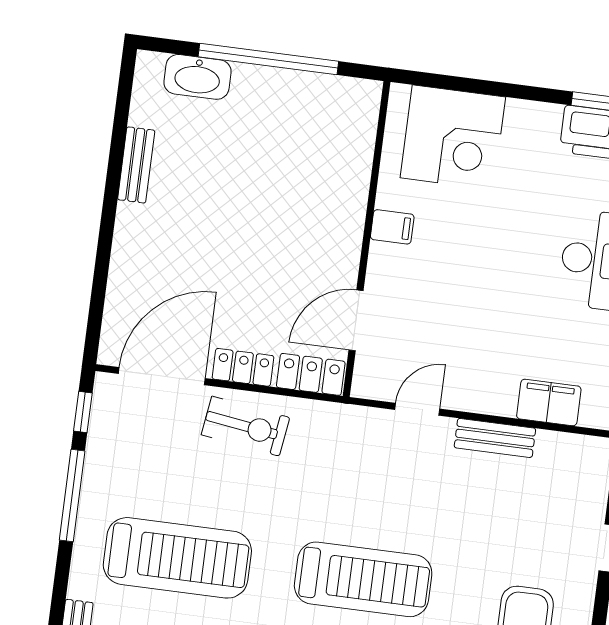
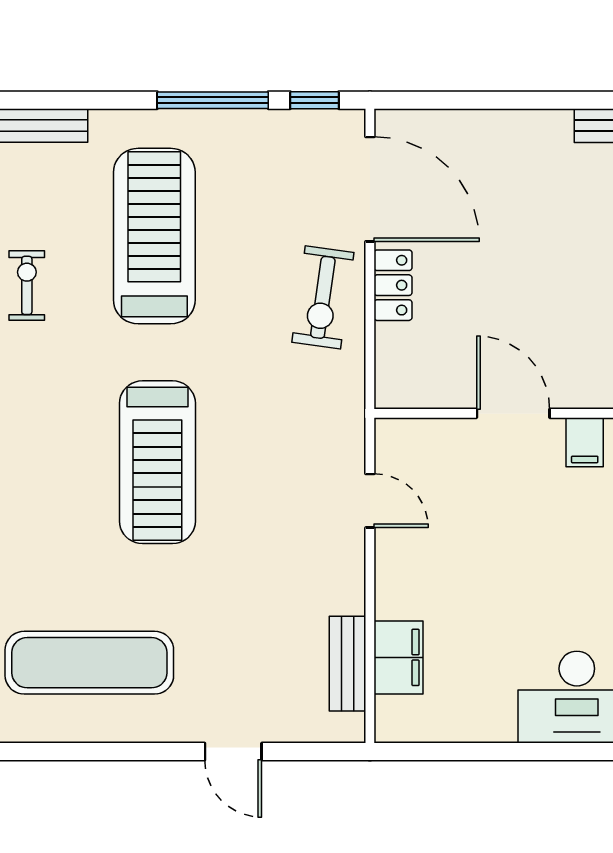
door: (356, 320) -> (513, 413), moved
locker: (311, 374) -> (395, 368), removed
bench: (495, 438) -> (348, 664), moved
treadmill: (177, 558) -> (154, 236), turned 180

